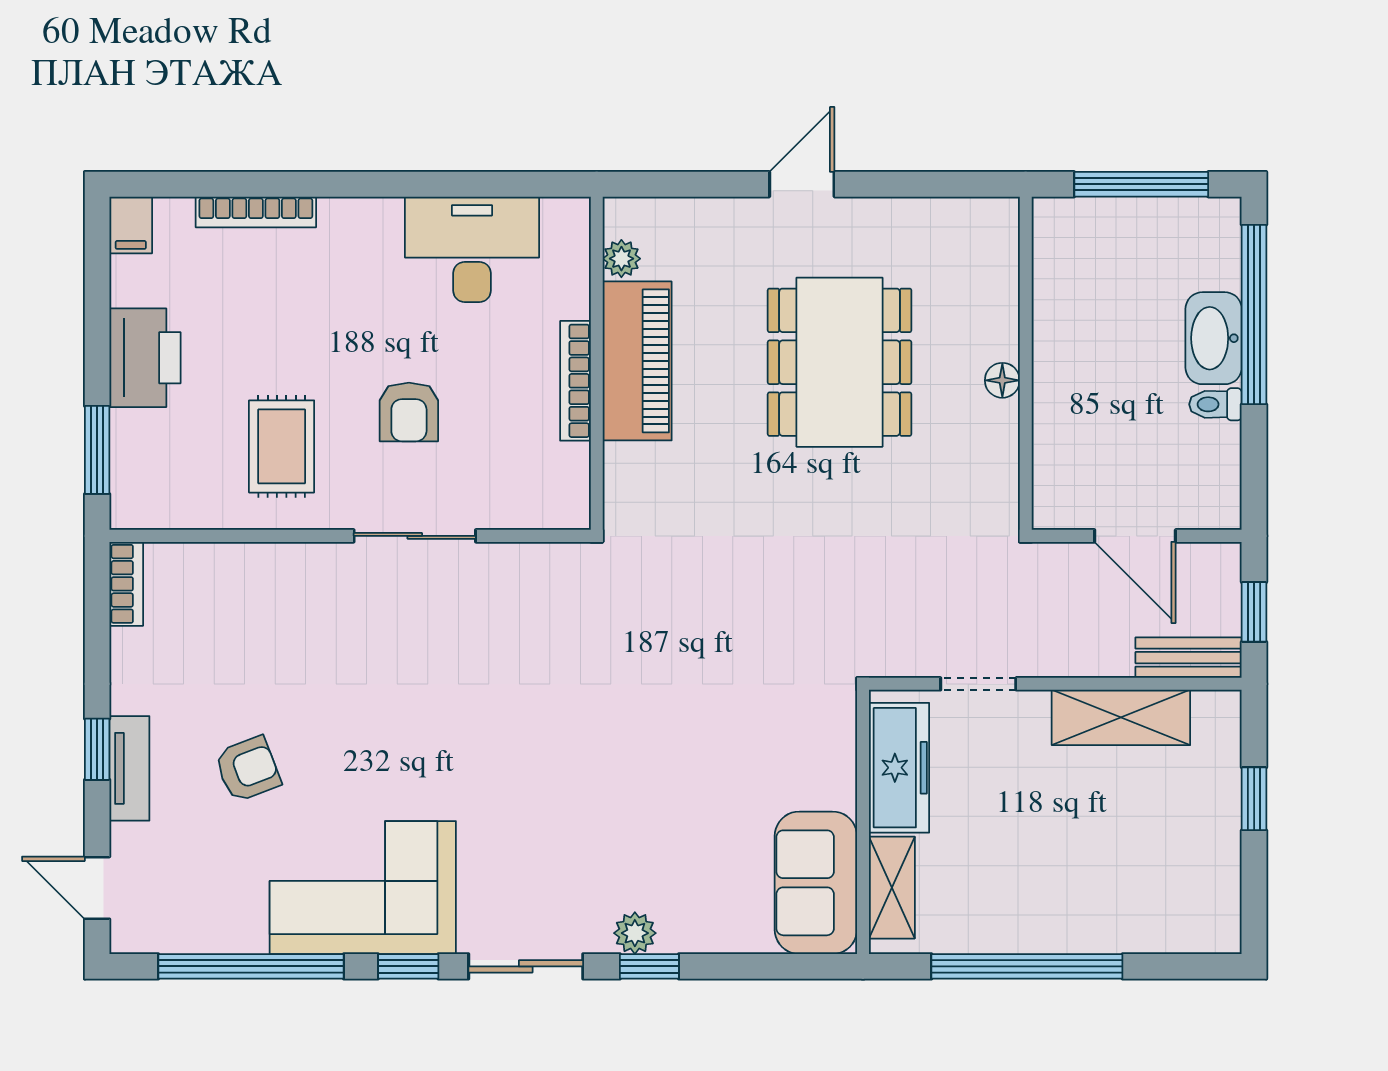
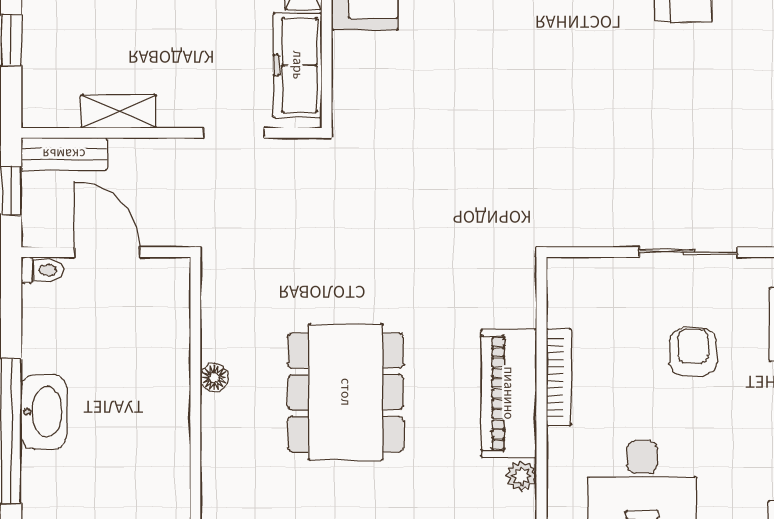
toilet: (1215, 404) -> (42, 270), moved
shelving: (1121, 717) -> (119, 111), width x0.67, depth x0.75

